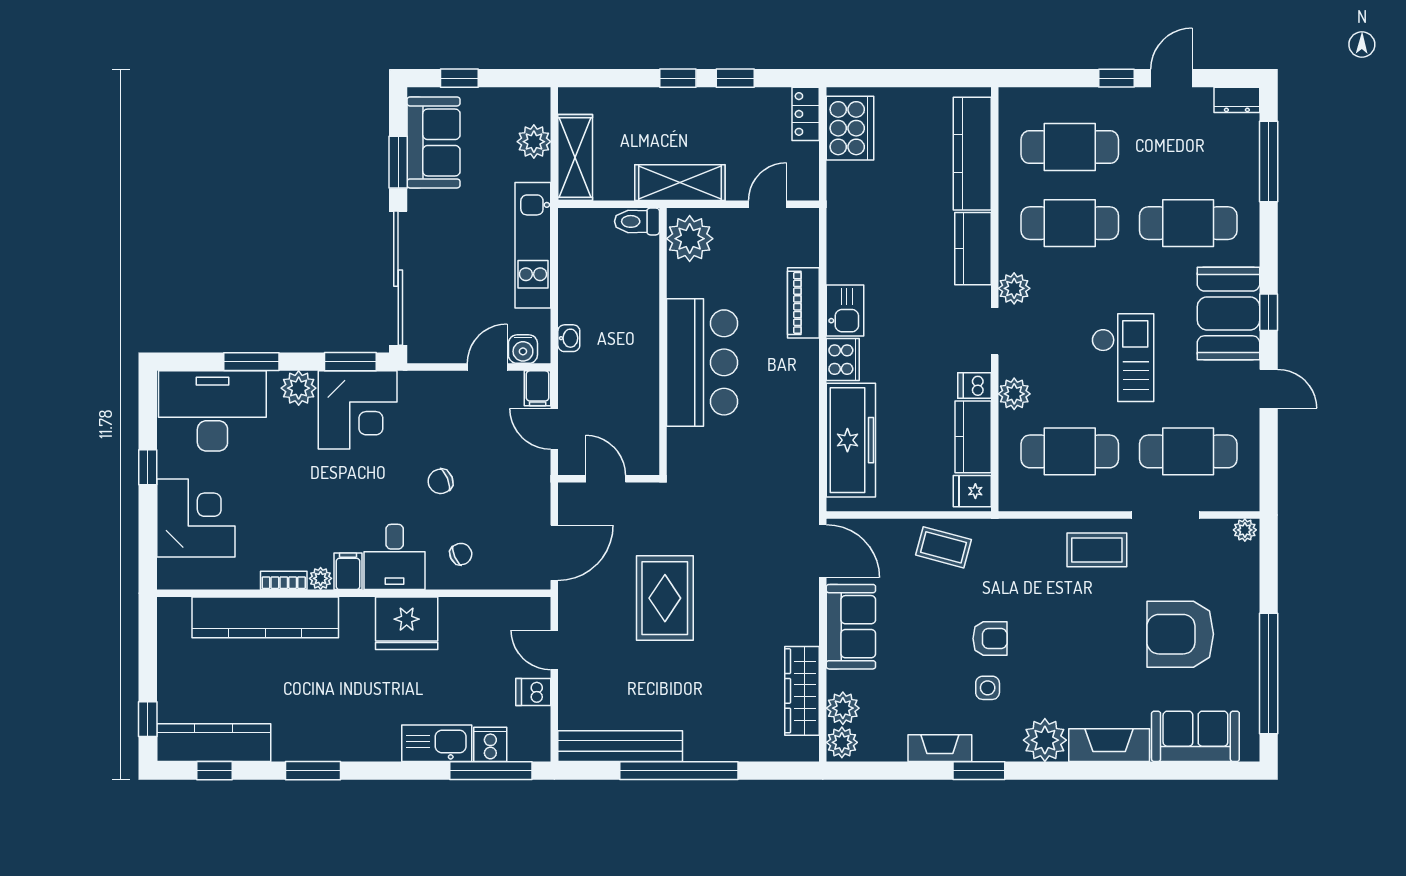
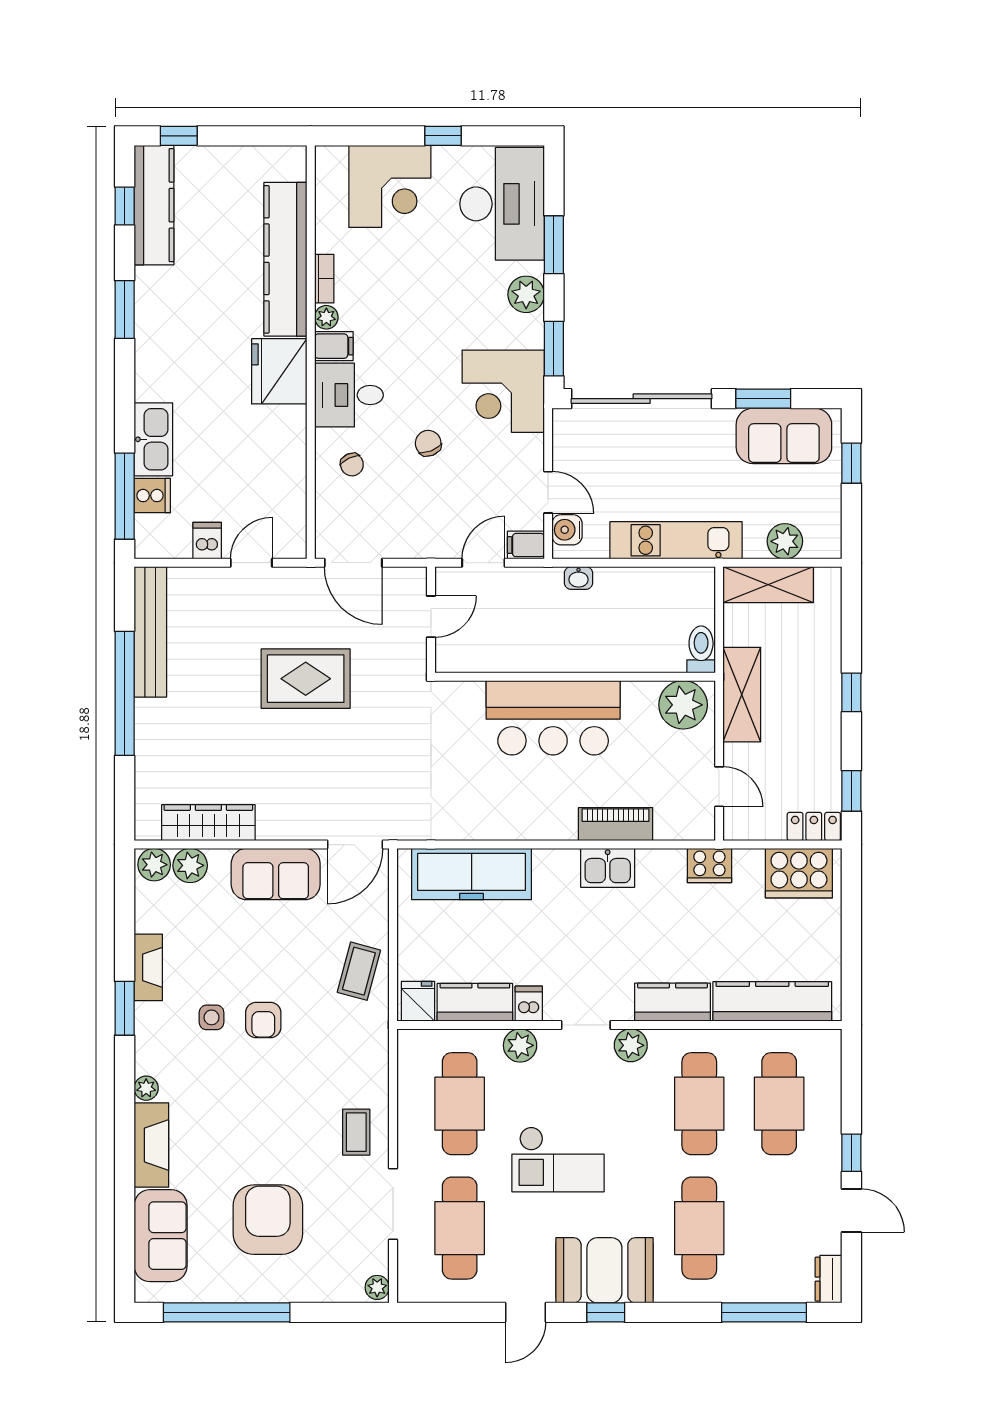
window: (735, 78) -> (851, 791), moved
cooker: (843, 360) -> (709, 865), moved
corner desk: (358, 410) -> (503, 391), moved
coffee table: (1097, 550) -> (356, 1132), width x0.73, depth x0.77
fridge: (407, 623) -> (279, 371), moved
plant: (1045, 740) -> (146, 1088), width x0.53, depth x0.53

